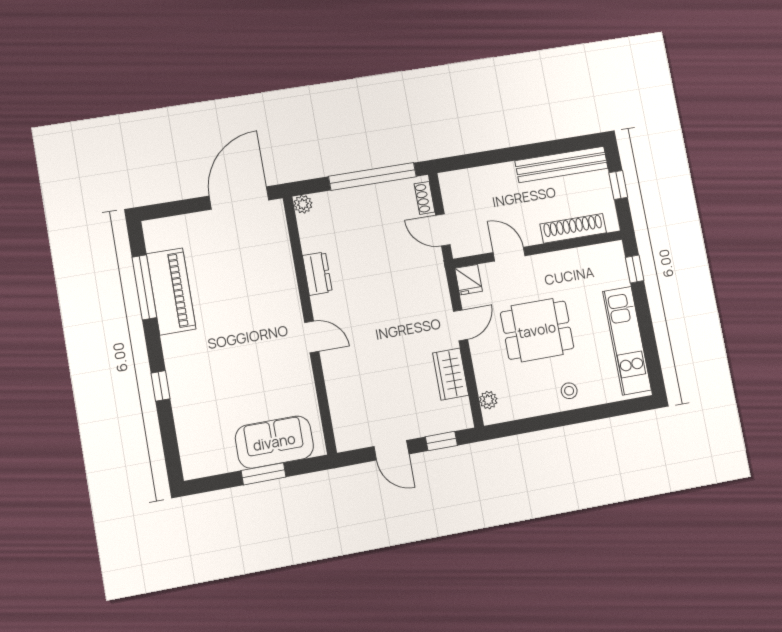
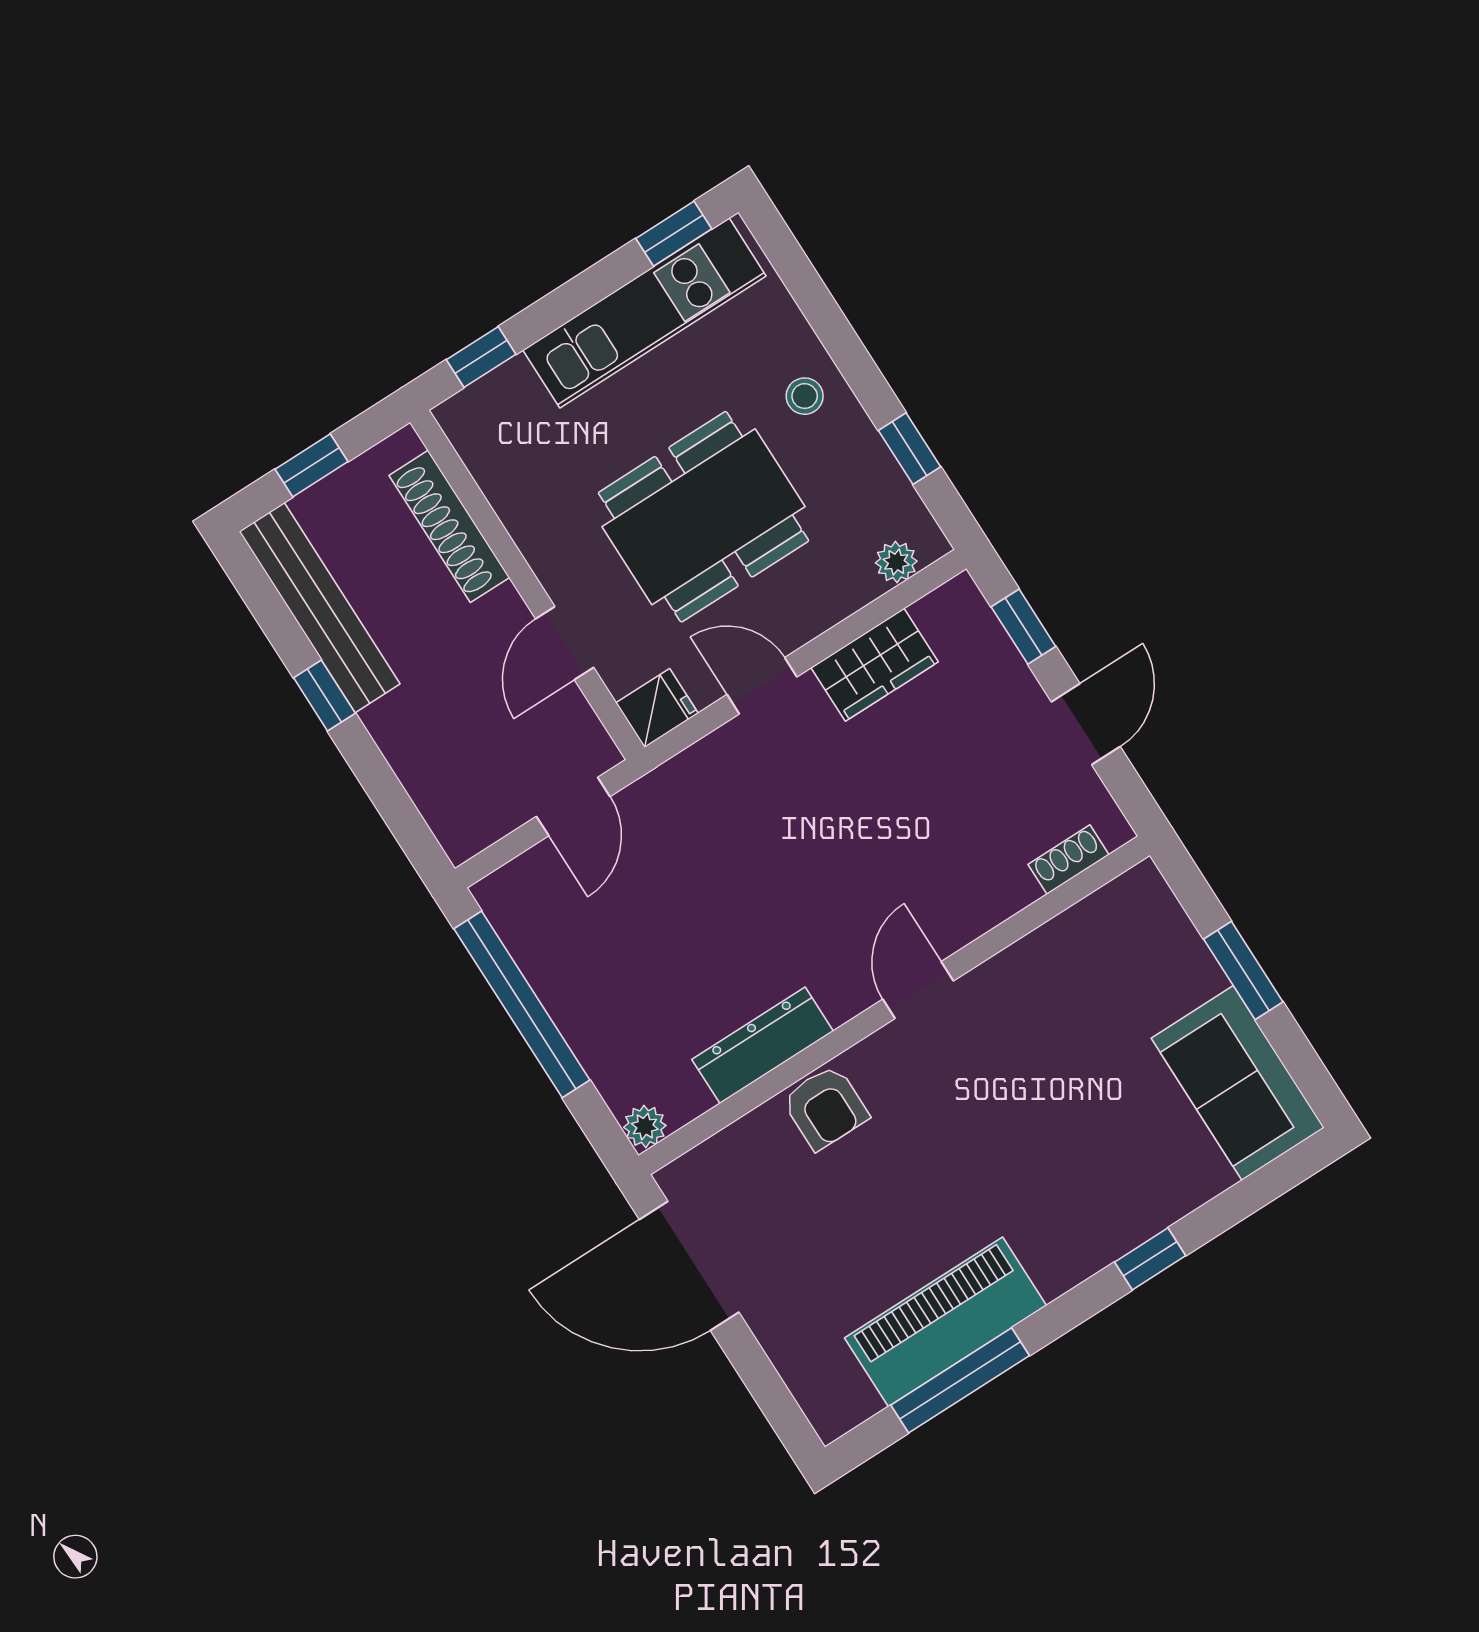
window: (526, 152) -> (324, 696), added
shoe rack: (424, 198) -> (1069, 860), moved, turned 180
dresser: (317, 274) -> (763, 1045), width x1.44
armchair: (280, 279) -> (825, 1107), added
dining table: (537, 330) -> (704, 517), width x1.38
window: (654, 365) -> (674, 234), added
window: (532, 424) -> (910, 449), added
sofa: (274, 442) -> (1238, 1083), moved

